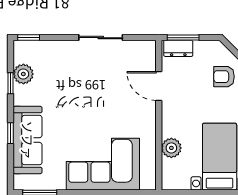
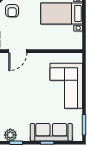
plant: (171, 148) -> (56, 43), removed

